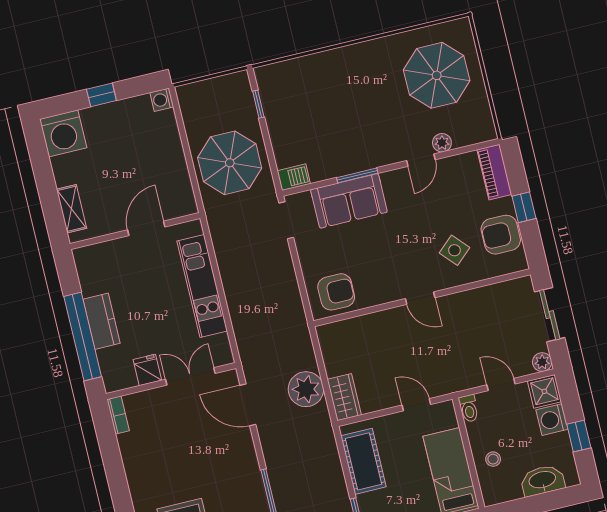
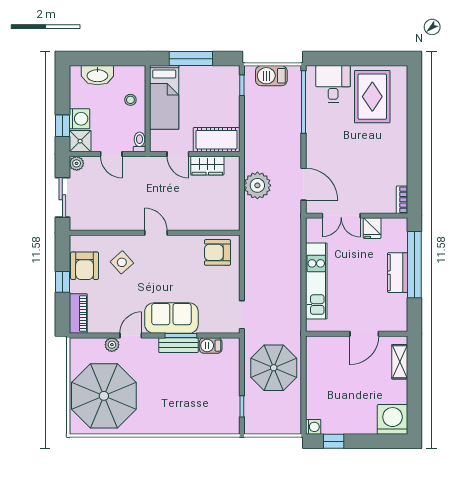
parasol: (437, 75) -> (104, 396), width x1.36, depth x1.36
window: (101, 95) -> (334, 441), moved
bench: (357, 163) -> (178, 345), added
barbecue: (294, 177) -> (211, 346), moved
sofa: (349, 201) -> (171, 318), moved
door: (146, 228) -> (364, 334), moved
armchair: (501, 235) -> (85, 266), turned 90
wardrobe: (344, 397) -> (207, 166), moved, turned -90
window: (579, 436) -> (62, 126), moved
cot: (363, 461) -> (217, 140), moved, turned 90

